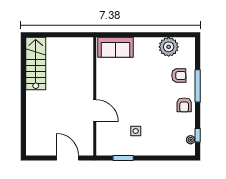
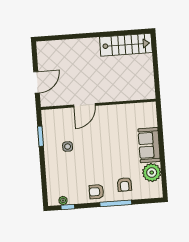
sofa: (115, 47) -> (149, 145), moved

